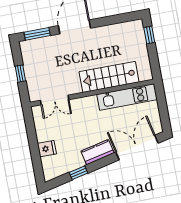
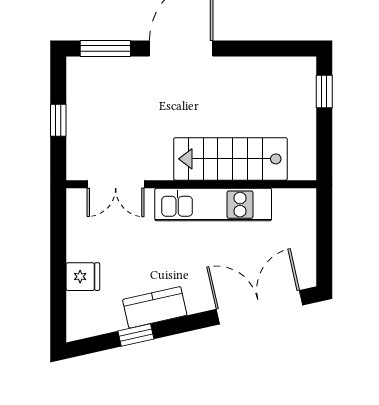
kitchen unit: (127, 97) -> (213, 205), moved
kitchen counter: (98, 152) -> (155, 307), moved

